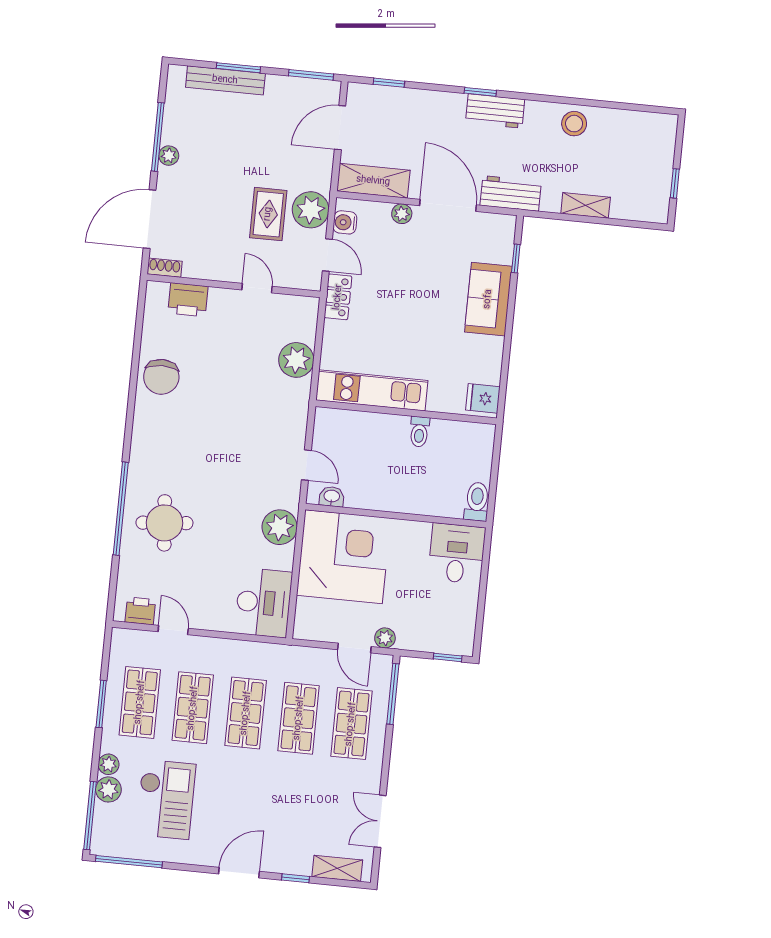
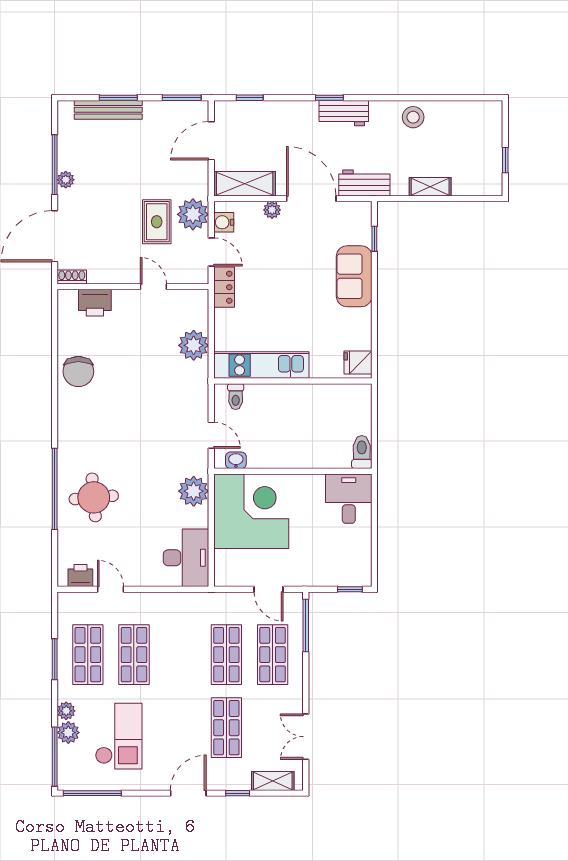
toilet: (419, 432) -> (236, 397), moved
plant: (385, 638) -> (294, 578), removed
shop shelf: (246, 713) -> (226, 728), moved

